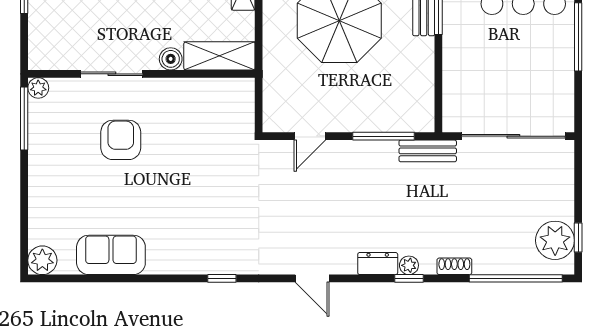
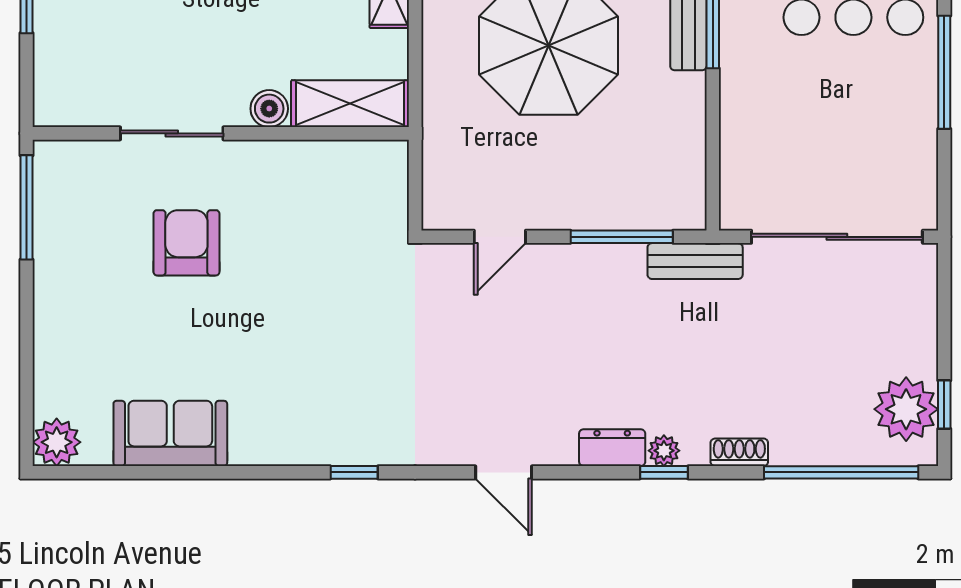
plant: (38, 88) -> (50, 157), removed

